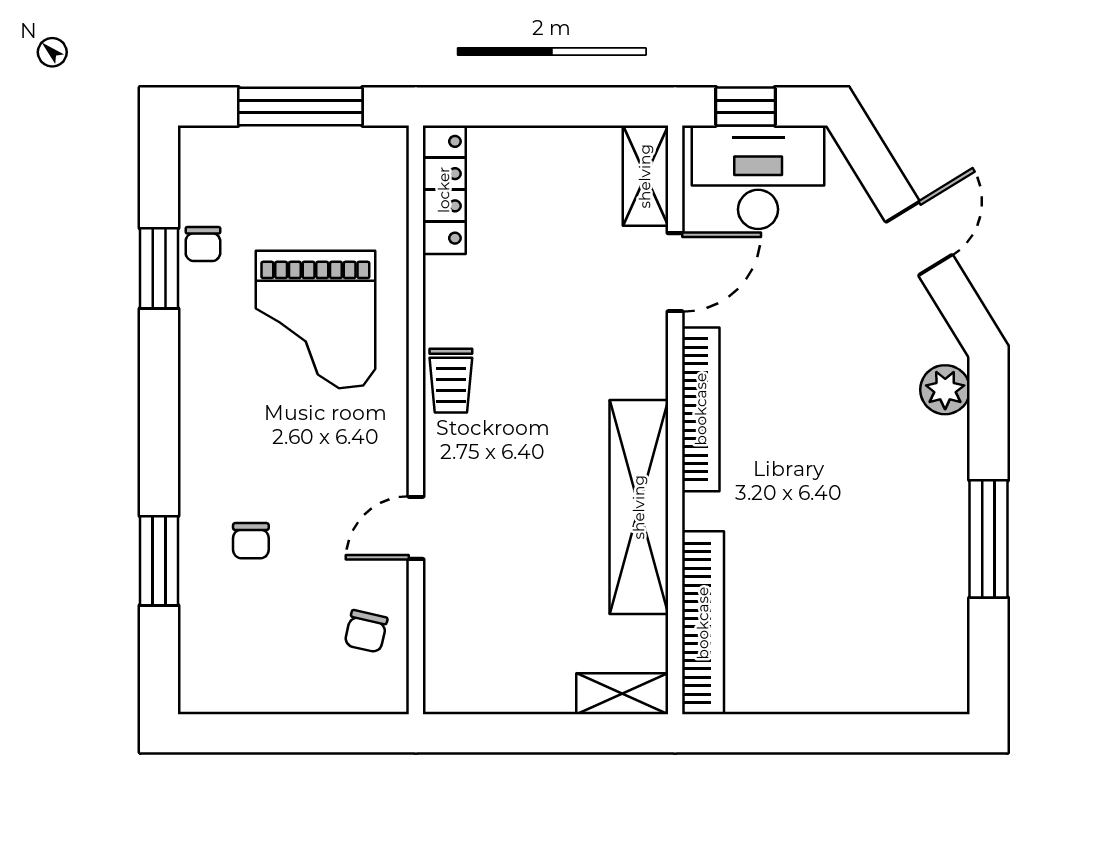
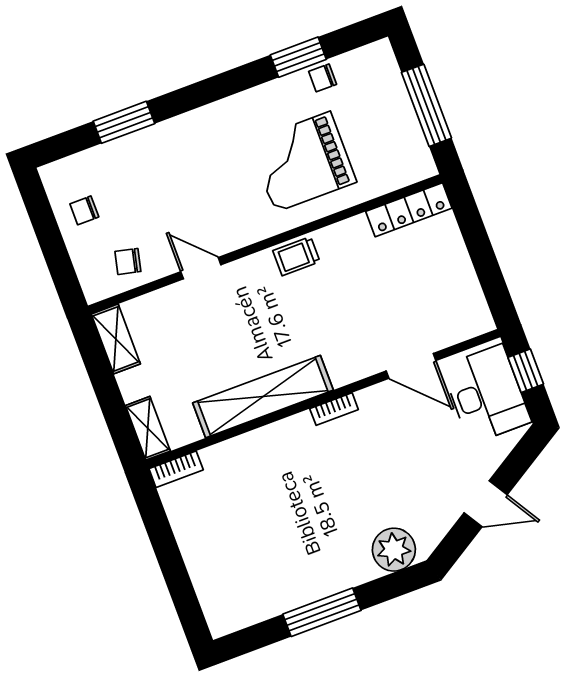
shelving: (645, 176) -> (116, 339), moved, turned 90
plant: (945, 390) -> (394, 550), width x1.36, depth x1.36
bookcase: (701, 409) -> (334, 409), width x0.43, depth x0.76
chair: (251, 541) -> (84, 210), moved
bookcase: (703, 623) -> (176, 469), width x0.43, depth x0.76

